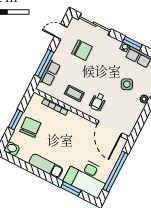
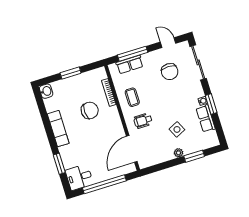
chair: (30, 127) -> (90, 110), moved
desk: (87, 177) -> (79, 177), width x0.53, depth x0.77

